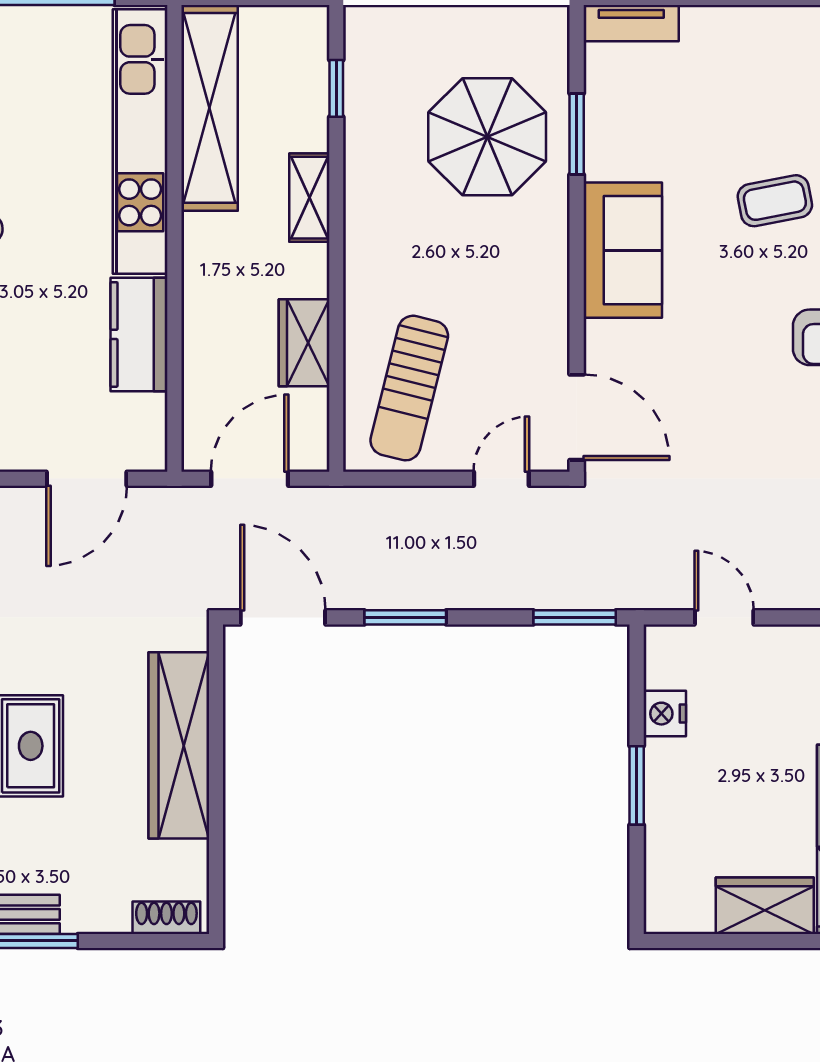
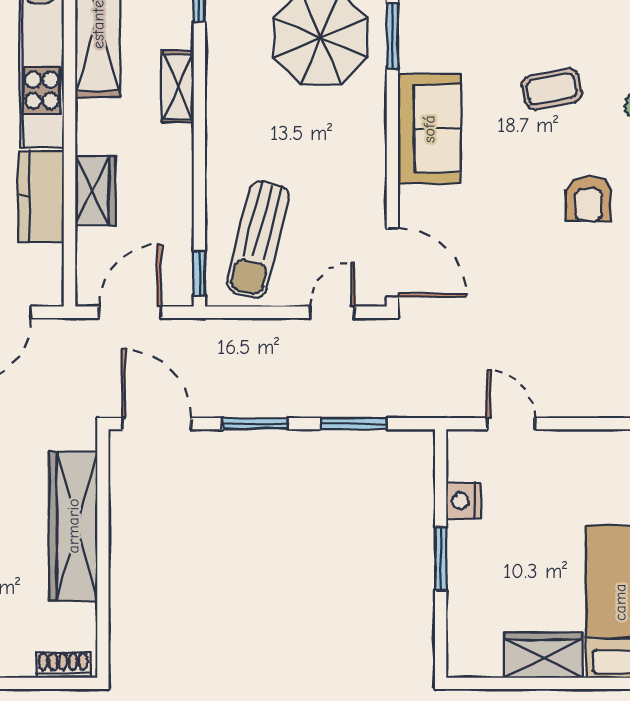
wardrobe: (304, 343) -> (95, 191), moved, turned 180
window: (336, 430) -> (199, 273), added
window: (575, 617) -> (354, 424), moved

